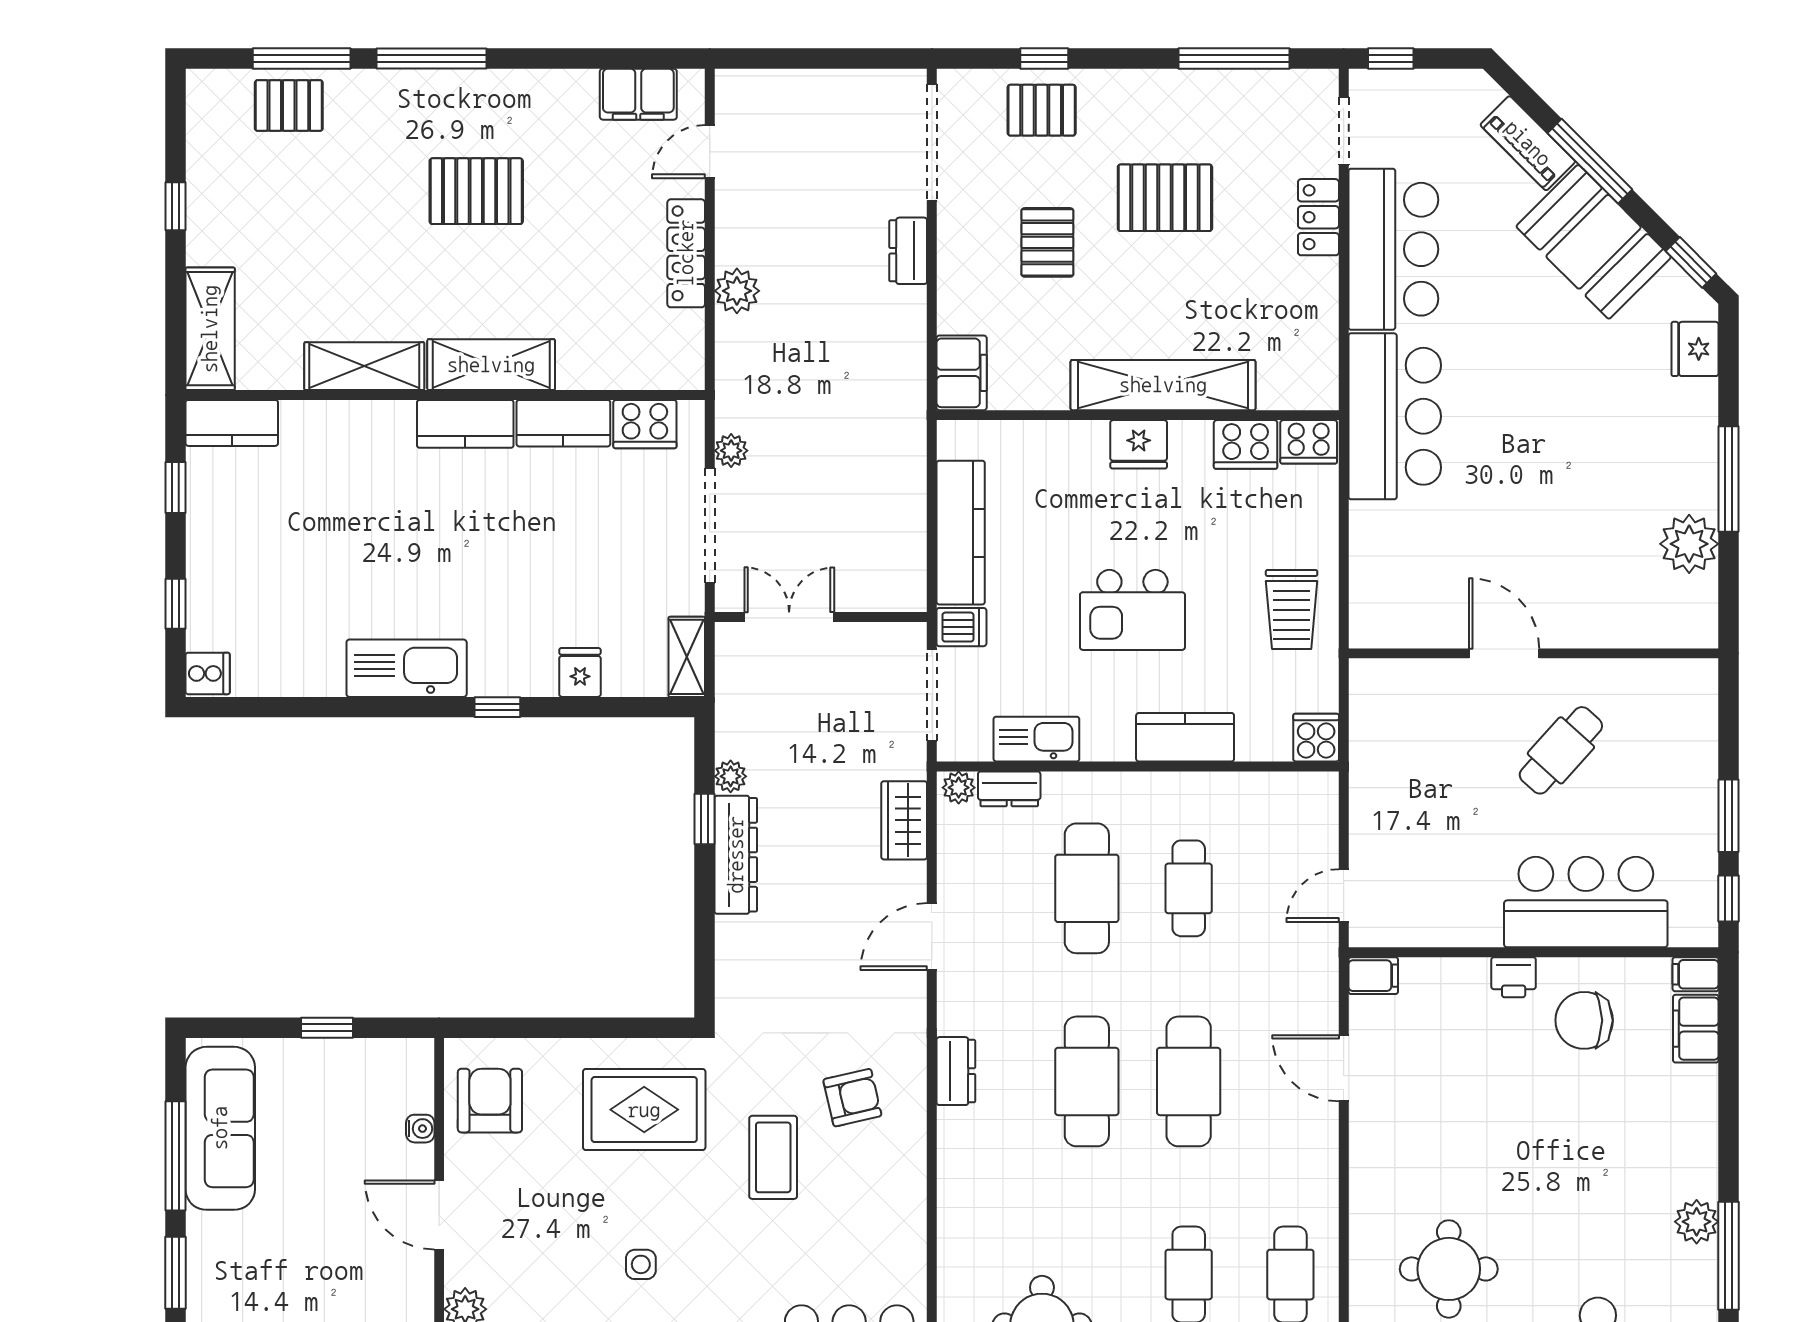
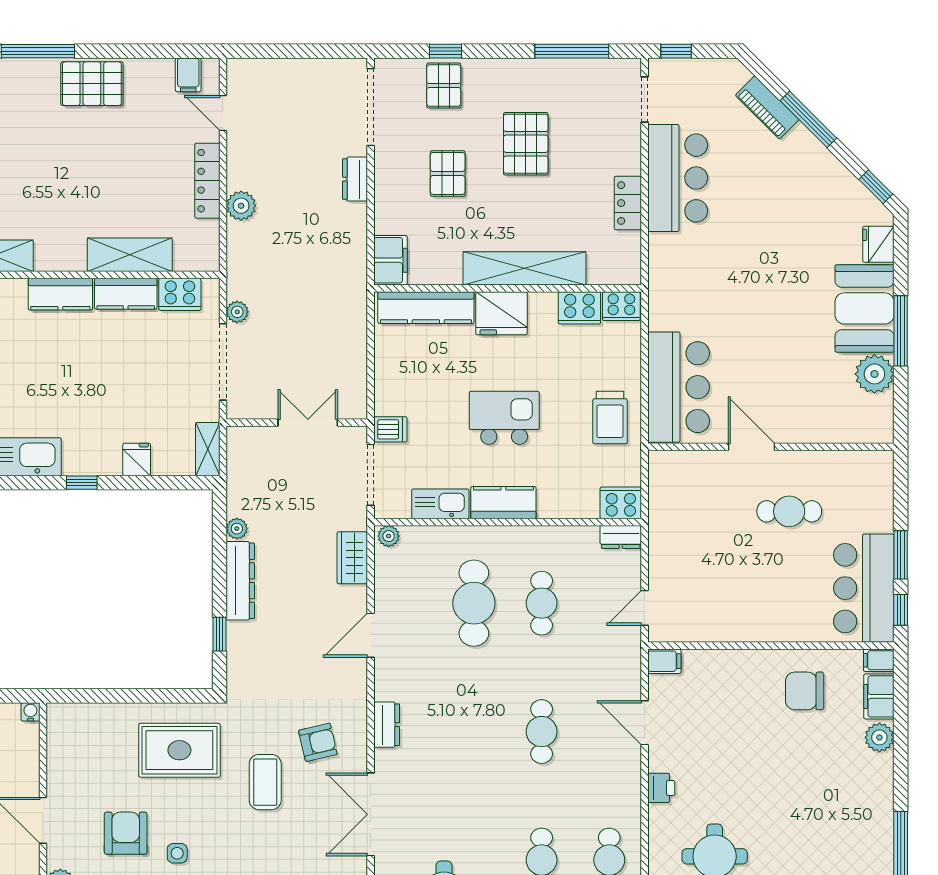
filing cabinet: (638, 94) -> (188, 75), width x0.50
pallet: (1042, 110) -> (444, 85), turned 90
door: (710, 152) -> (223, 113), hinge flipped
pallet: (476, 191) -> (92, 84), moved
pallet: (1165, 198) -> (526, 144), turned 90
locker: (1318, 217) -> (628, 203), moved
booth: (1594, 242) -> (865, 308), moved, turned 45
shelving: (491, 365) -> (130, 255), moved
bar counter: (1395, 416) -> (679, 387), moved
fridge: (1139, 444) -> (502, 313), width x1.36, depth x1.34
kitchen counter: (961, 533) -> (426, 308), moved, turned 90
kitchen island: (1132, 610) -> (504, 418), turned 180
double door: (789, 617) -> (308, 423), moved
kitchen counter: (1185, 737) -> (503, 503), moved
cooker: (1316, 738) -> (621, 503), width x1.36
cafe table: (1561, 750) -> (789, 511), turned 48
dresser: (1009, 789) -> (621, 537), moved
window: (704, 819) -> (219, 634), moved
bar counter: (1586, 902) -> (864, 588), moved, turned -90
printer: (1514, 977) -> (661, 788), moved, turned -90
cafe table: (1087, 1081) -> (474, 732), removed
cafe table: (1189, 1081) -> (542, 732), width x0.73, depth x0.74
armchair: (490, 1101) -> (126, 833), moved
water cooler: (420, 1129) -> (30, 712), moved, turned -90
double door: (932, 1206) -> (371, 814), added
plant: (1697, 1222) -> (879, 737), moved

